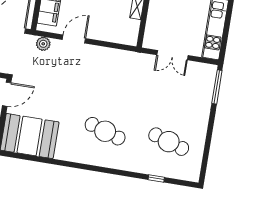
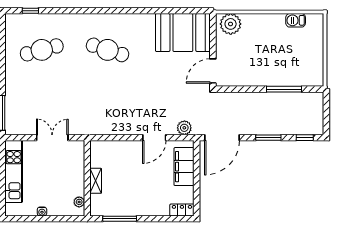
cafe table: (169, 142) -> (42, 50), turned -33
window: (156, 178) -> (30, 11), moved

